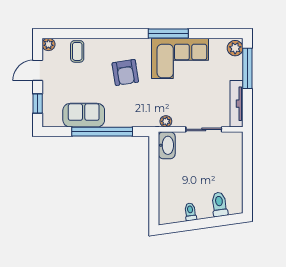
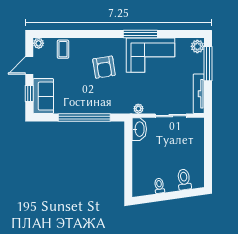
sofa: (84, 115) -> (43, 96), moved, turned 90

